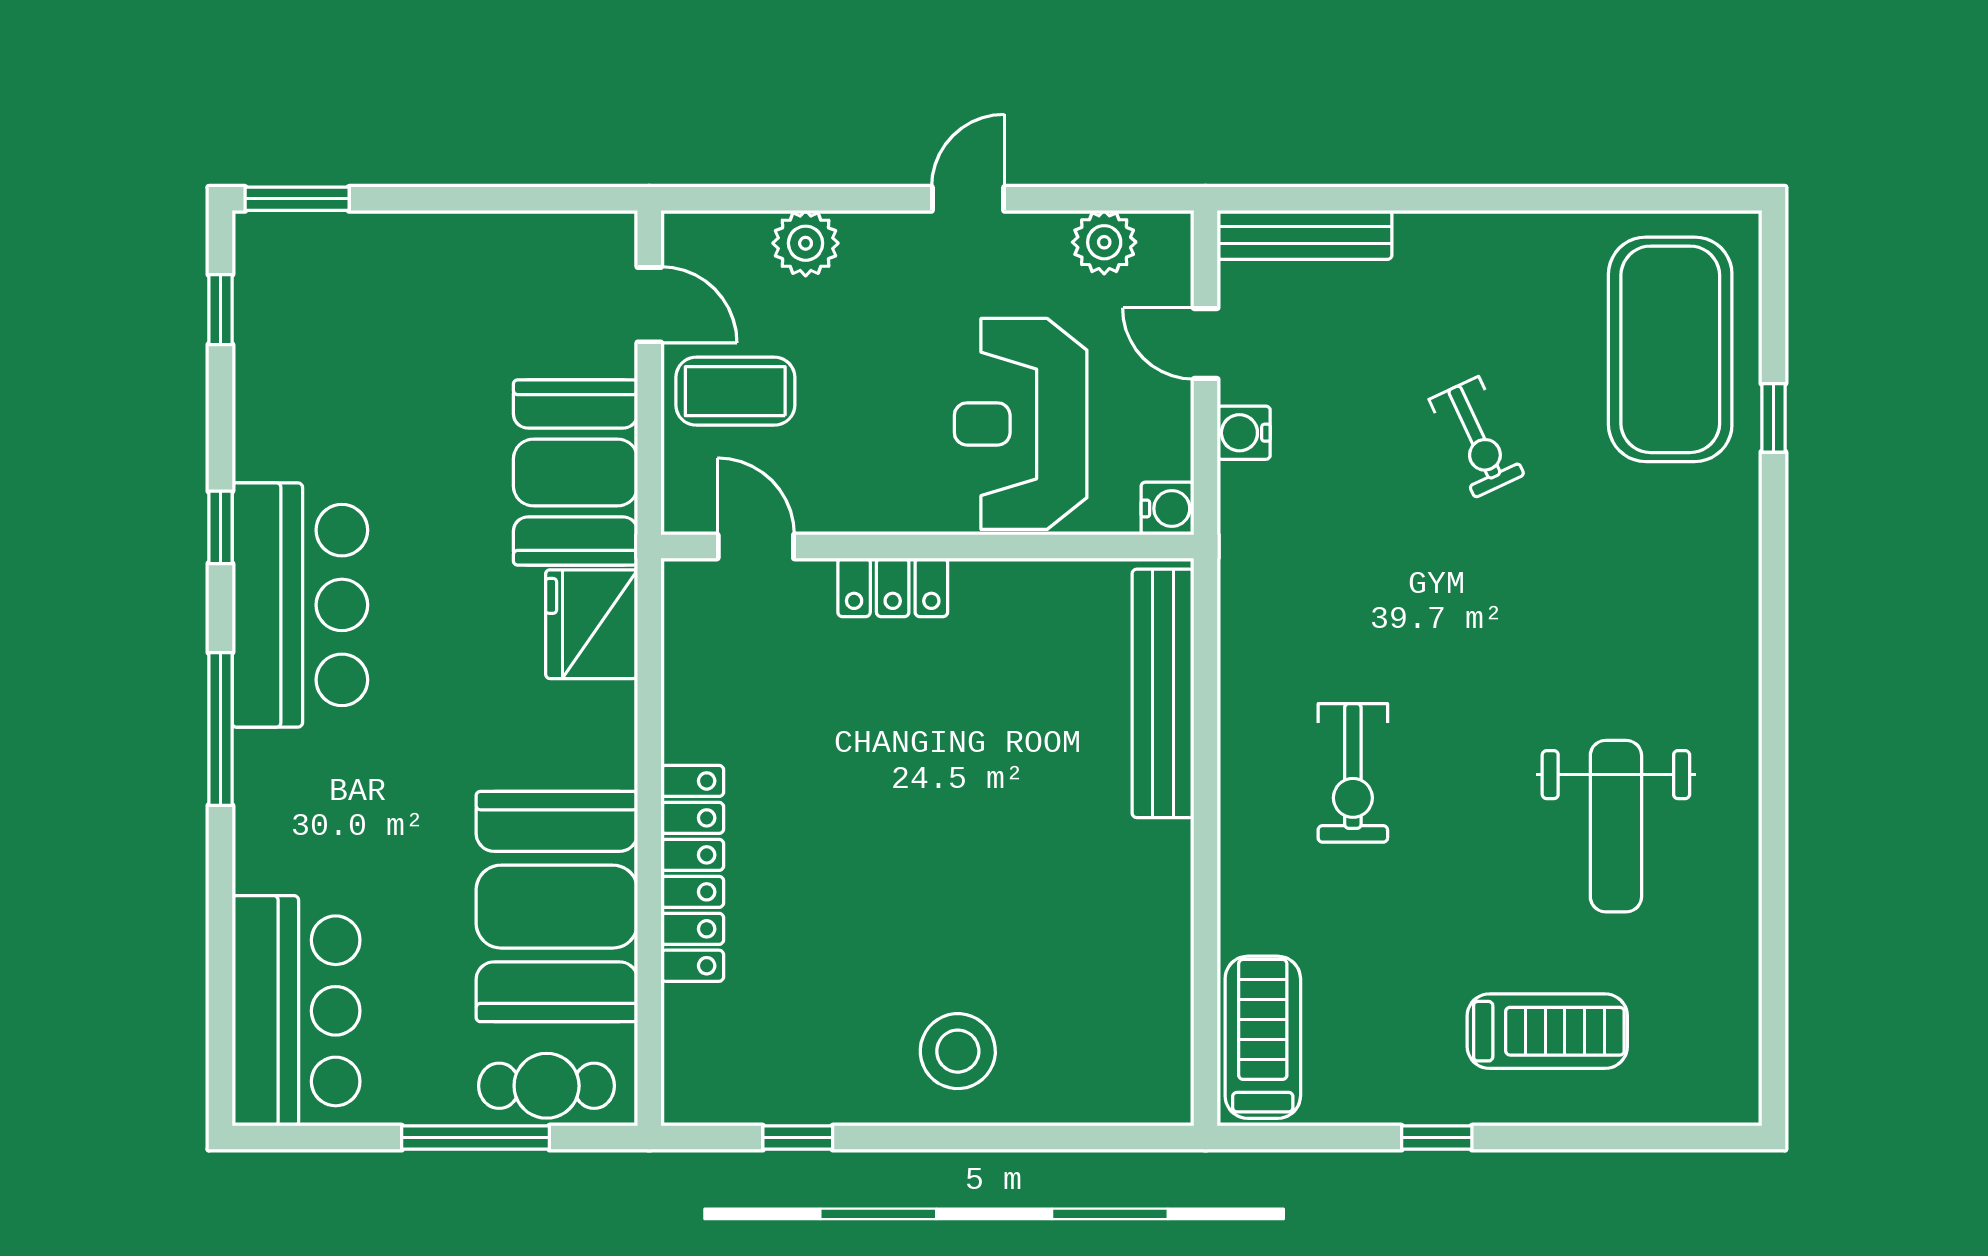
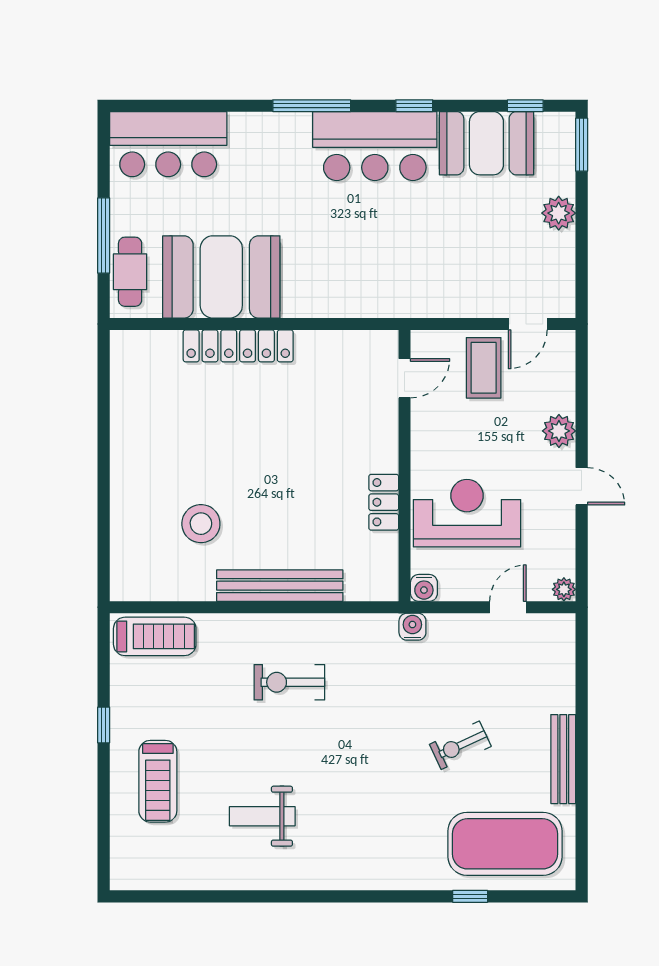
bench: (1305, 235) -> (563, 759), moved
plant: (1104, 242) -> (564, 589), moved, width x0.73, depth x0.73
plant: (806, 243) -> (559, 431), moved
plant: (431, 244) -> (559, 213), added
water cooler: (1244, 433) -> (412, 627), moved
booth: (576, 473) -> (486, 143), moved
locker: (893, 587) -> (384, 502), moved
fridge: (592, 624) -> (365, 295), removed
bench: (1163, 693) -> (280, 586), moved
weight bench: (1616, 826) -> (262, 816), width x0.73, depth x0.75
stool: (958, 1051) -> (201, 524), moved
window: (798, 1138) -> (104, 400), removed

